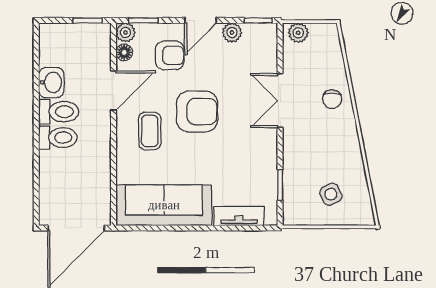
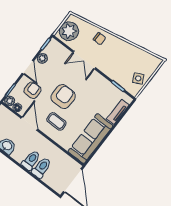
plant: (298, 33) -> (69, 31), width x1.88, depth x1.88
toilet: (59, 112) -> (41, 168), moved
side table: (331, 194) -> (138, 78), moved

